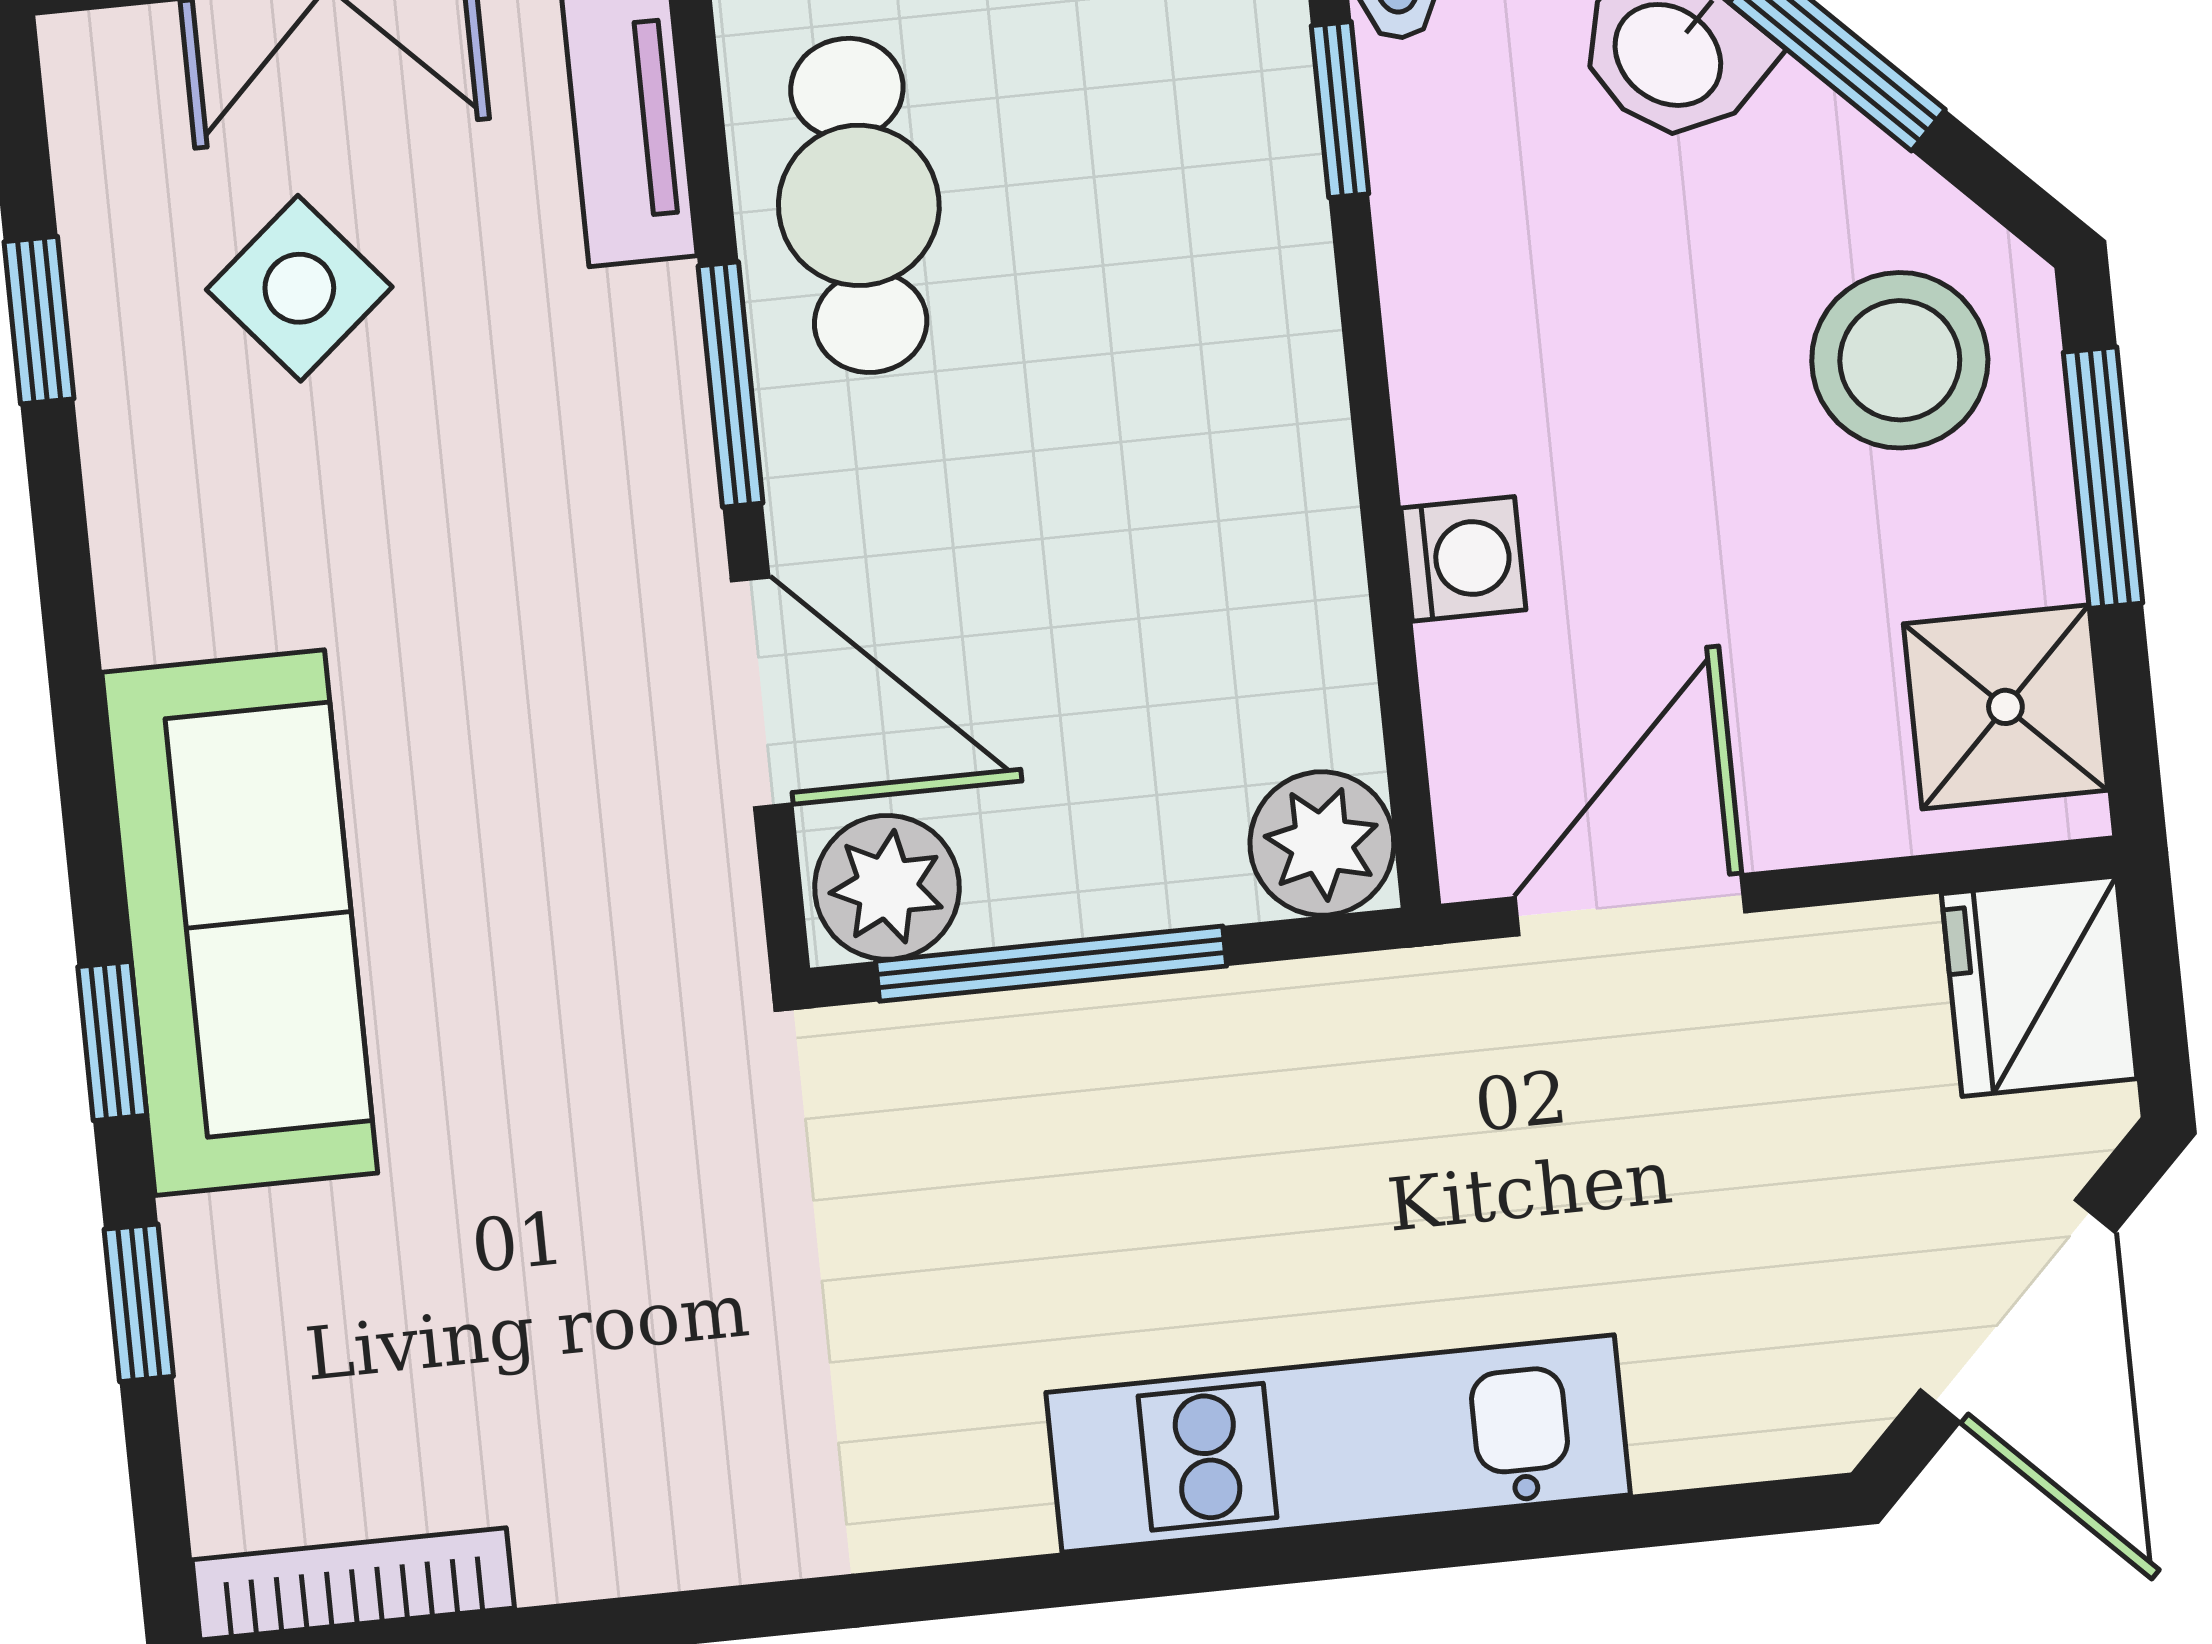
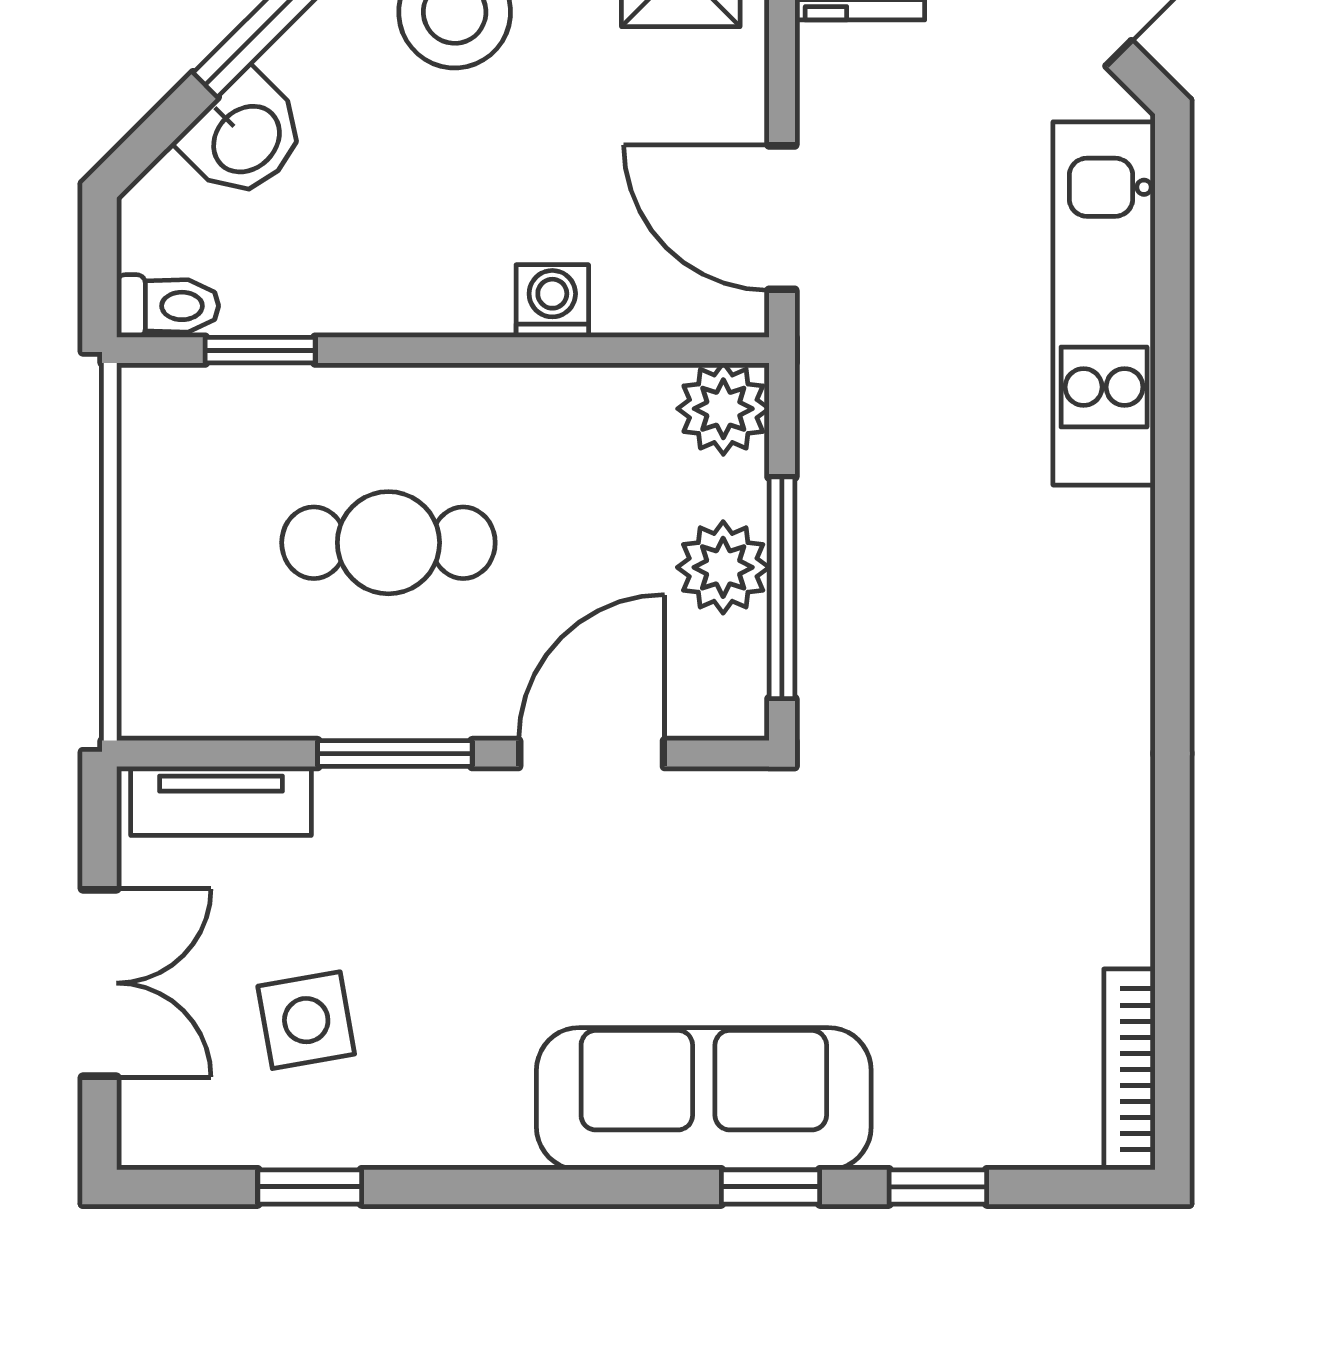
cafe table: (859, 205) -> (388, 543), moved
side table: (299, 288) -> (306, 1020), turned 30
plant: (887, 887) -> (723, 567), moved
kitchen unit: (1338, 1444) -> (1104, 303), moved

